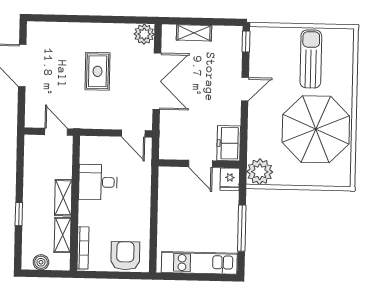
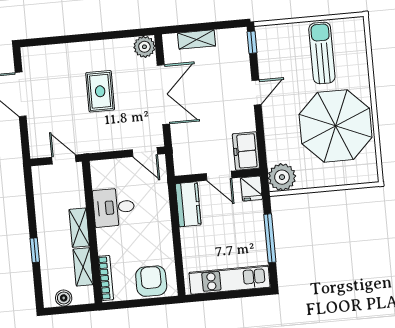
kitchen counter: (168, 187) -> (188, 204), added

